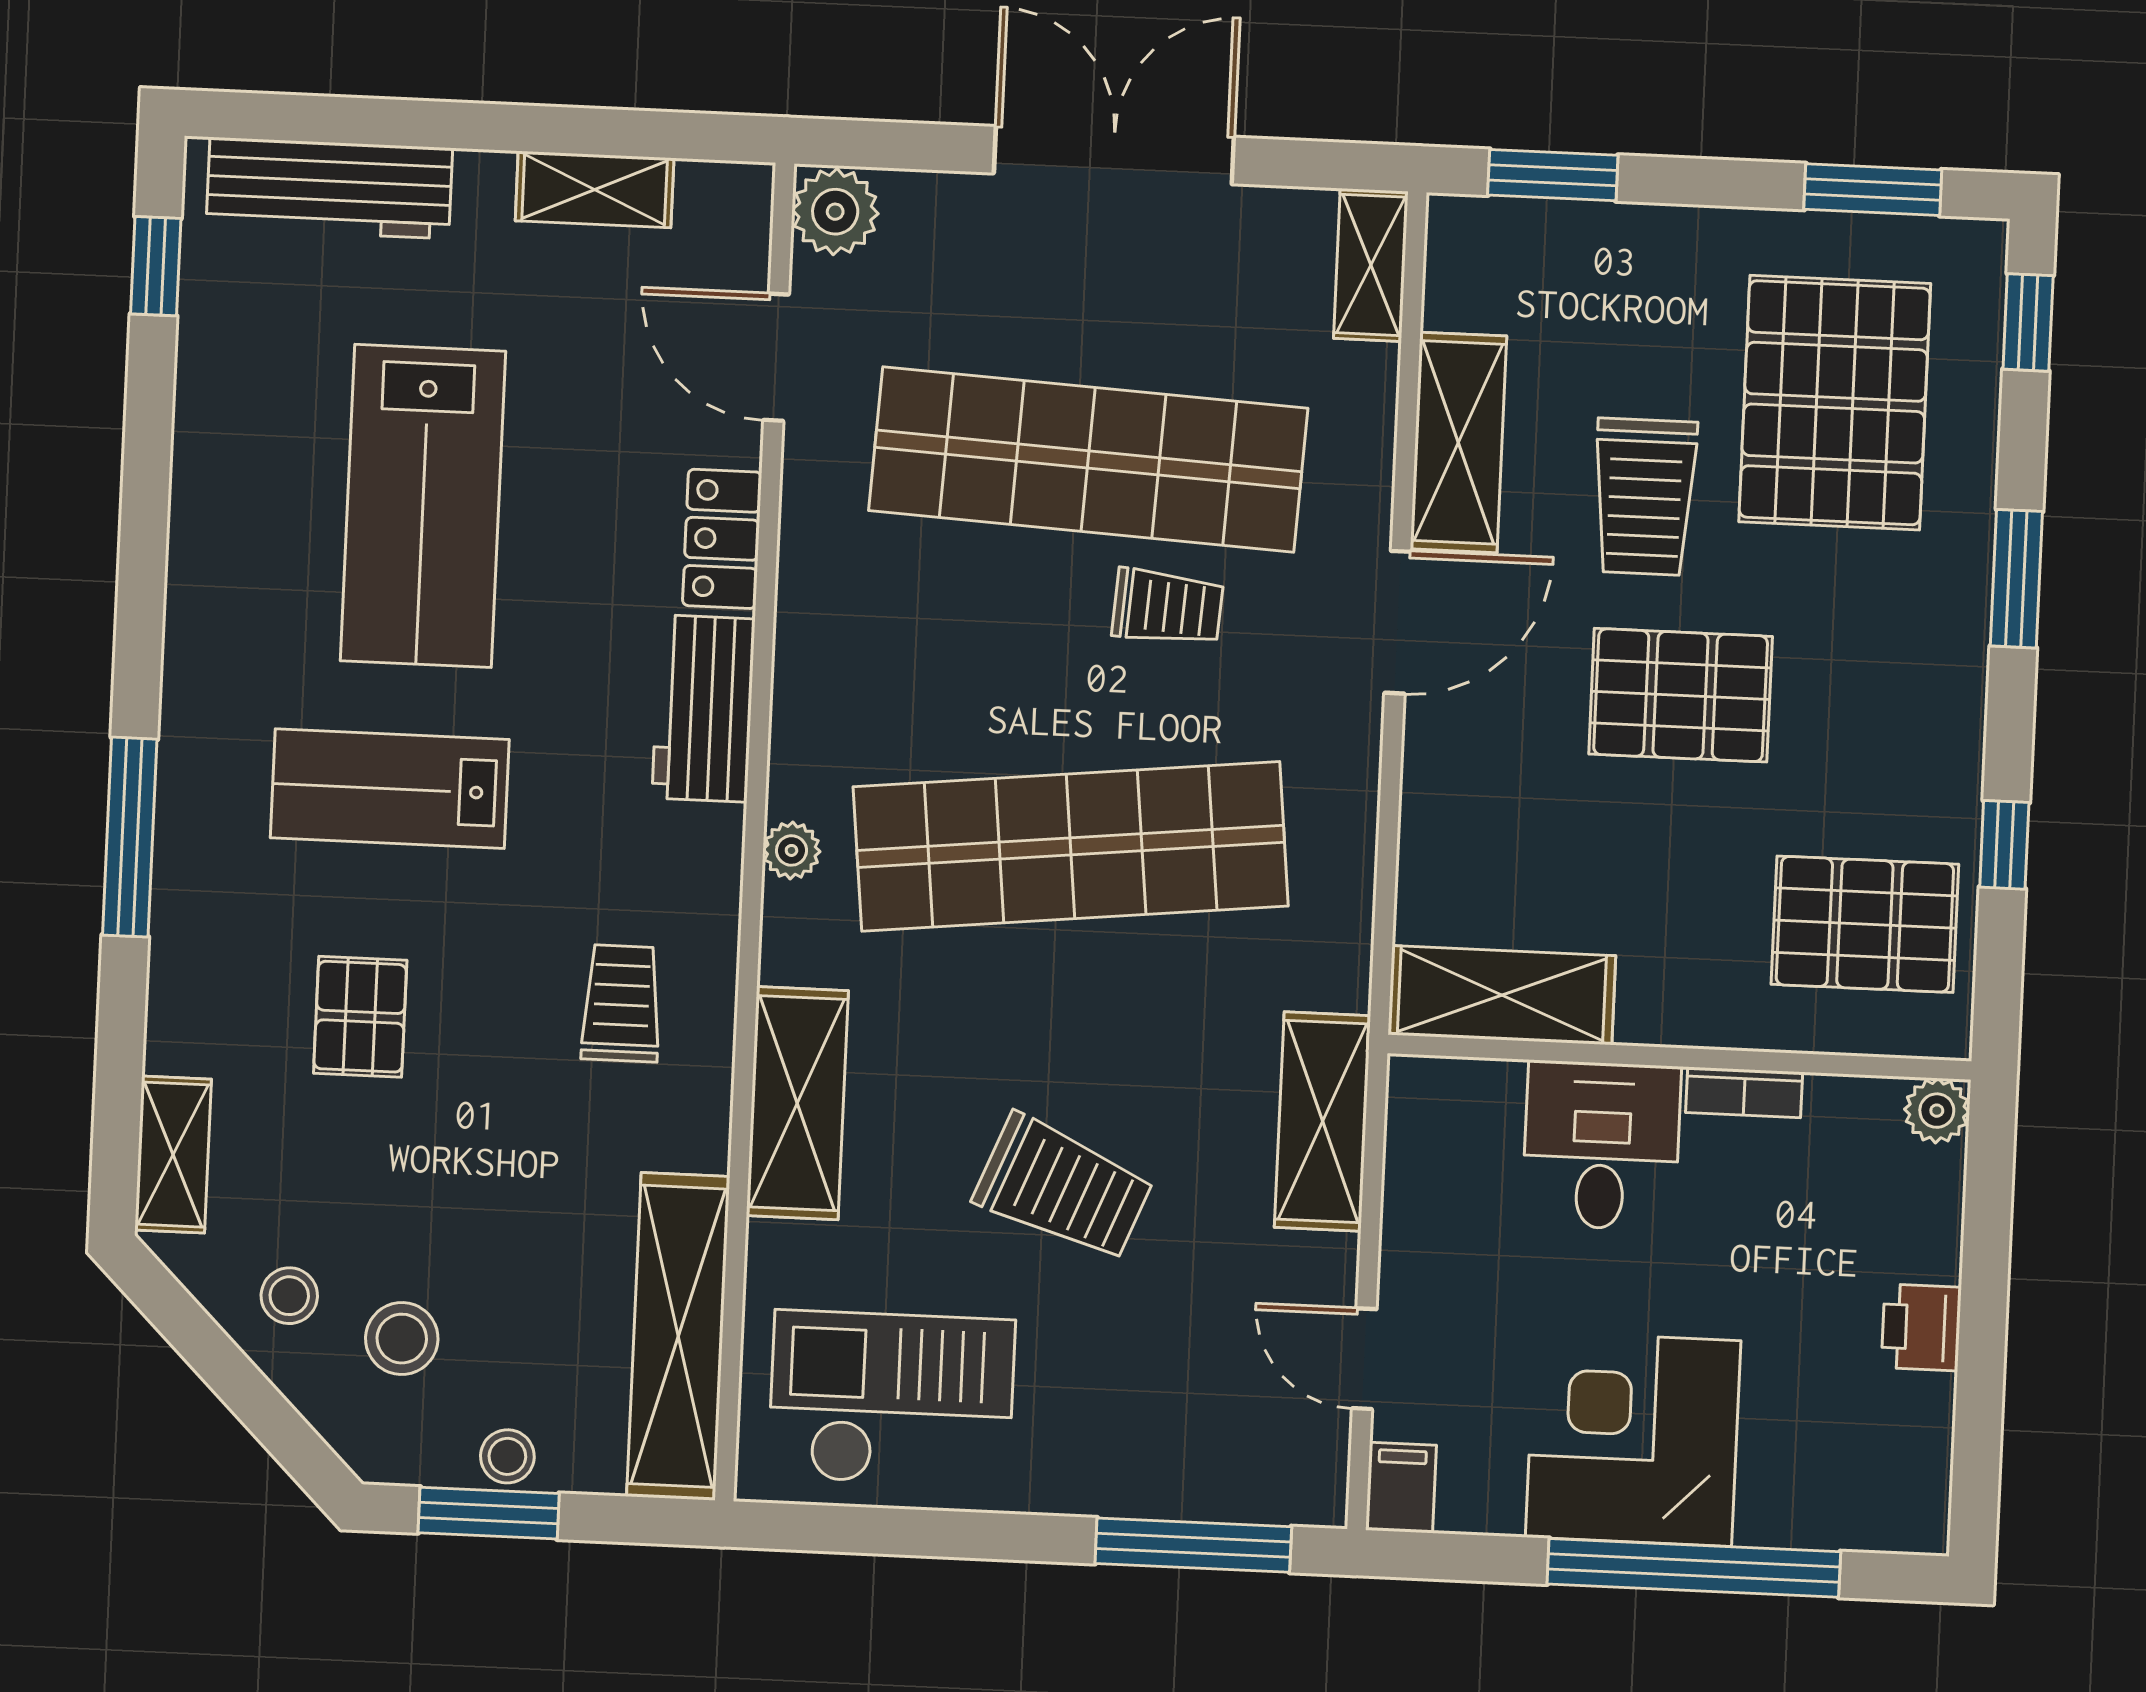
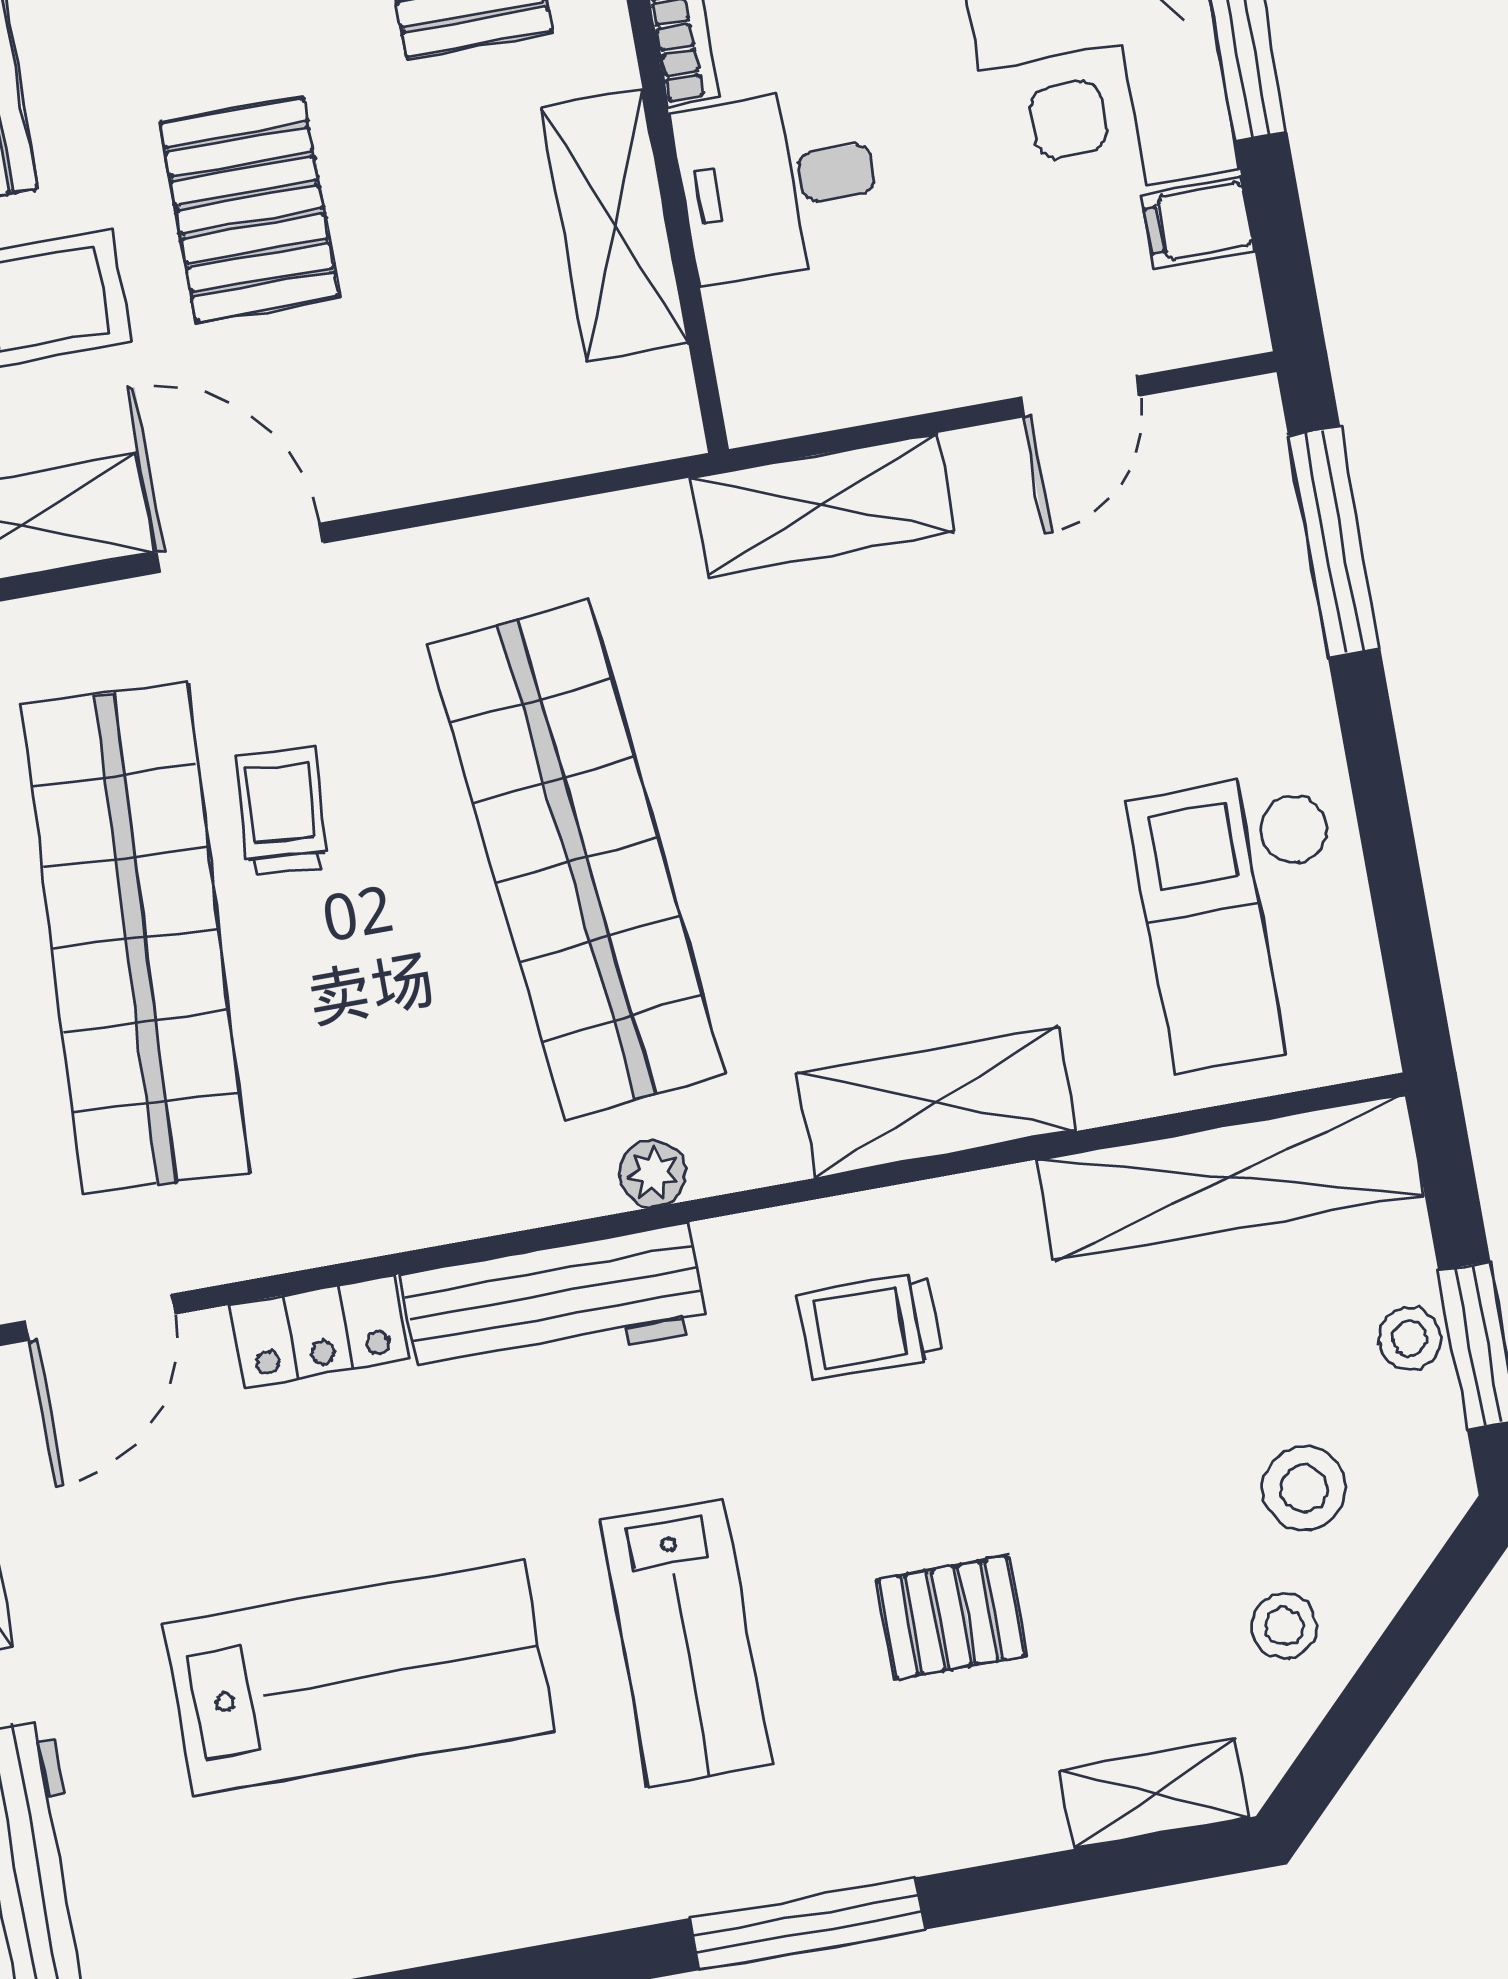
workbench: (703, 708) -> (555, 1302), width x1.38
shelving: (1502, 995) -> (615, 225), moved
trolley: (1063, 1188) -> (964, 780), removed
filing cabinet: (1401, 1488) -> (1198, 223), moved

